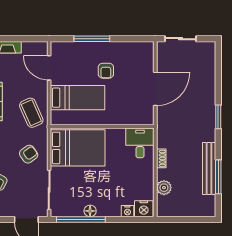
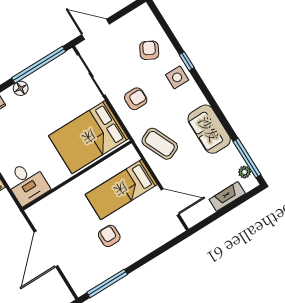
window: (92, 39) -> (107, 283), moved
armchair: (29, 154) -> (136, 99), turned -144
floor lamp: (90, 211) -> (21, 88), moved

